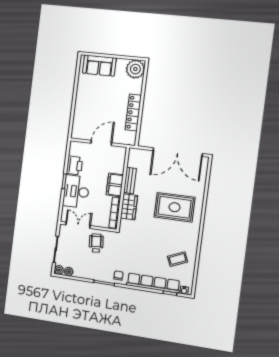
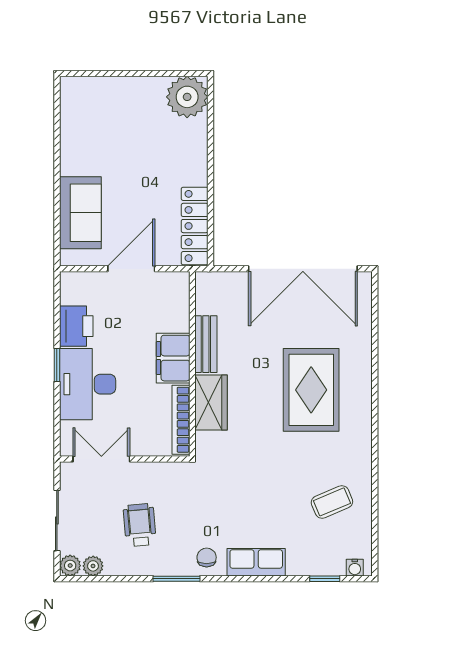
sofa: (99, 66) -> (80, 213), moved, turned -90
locker: (133, 113) -> (195, 226), moved
rug: (174, 207) -> (311, 390), turned 90
wheelchair: (96, 243) -> (140, 525), moved
row of seats: (153, 283) -> (256, 562), width x0.50

